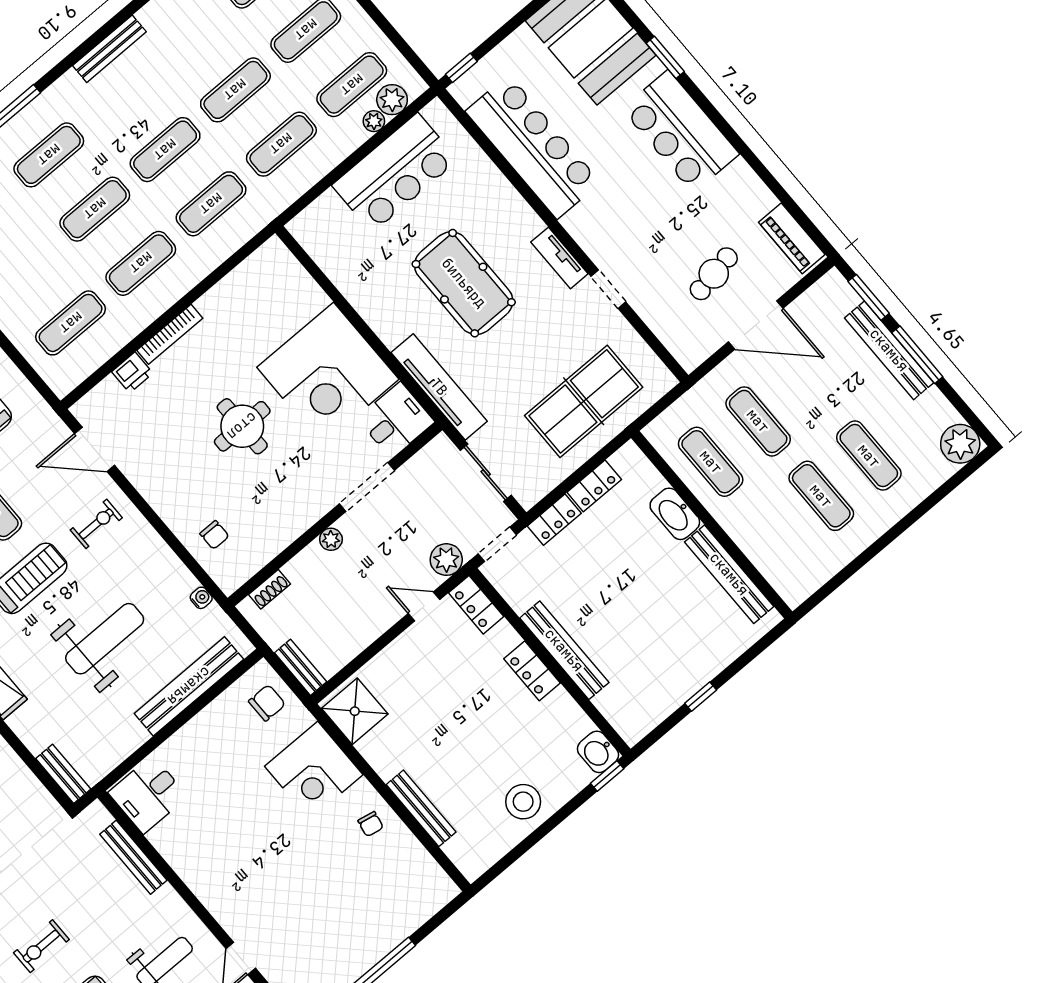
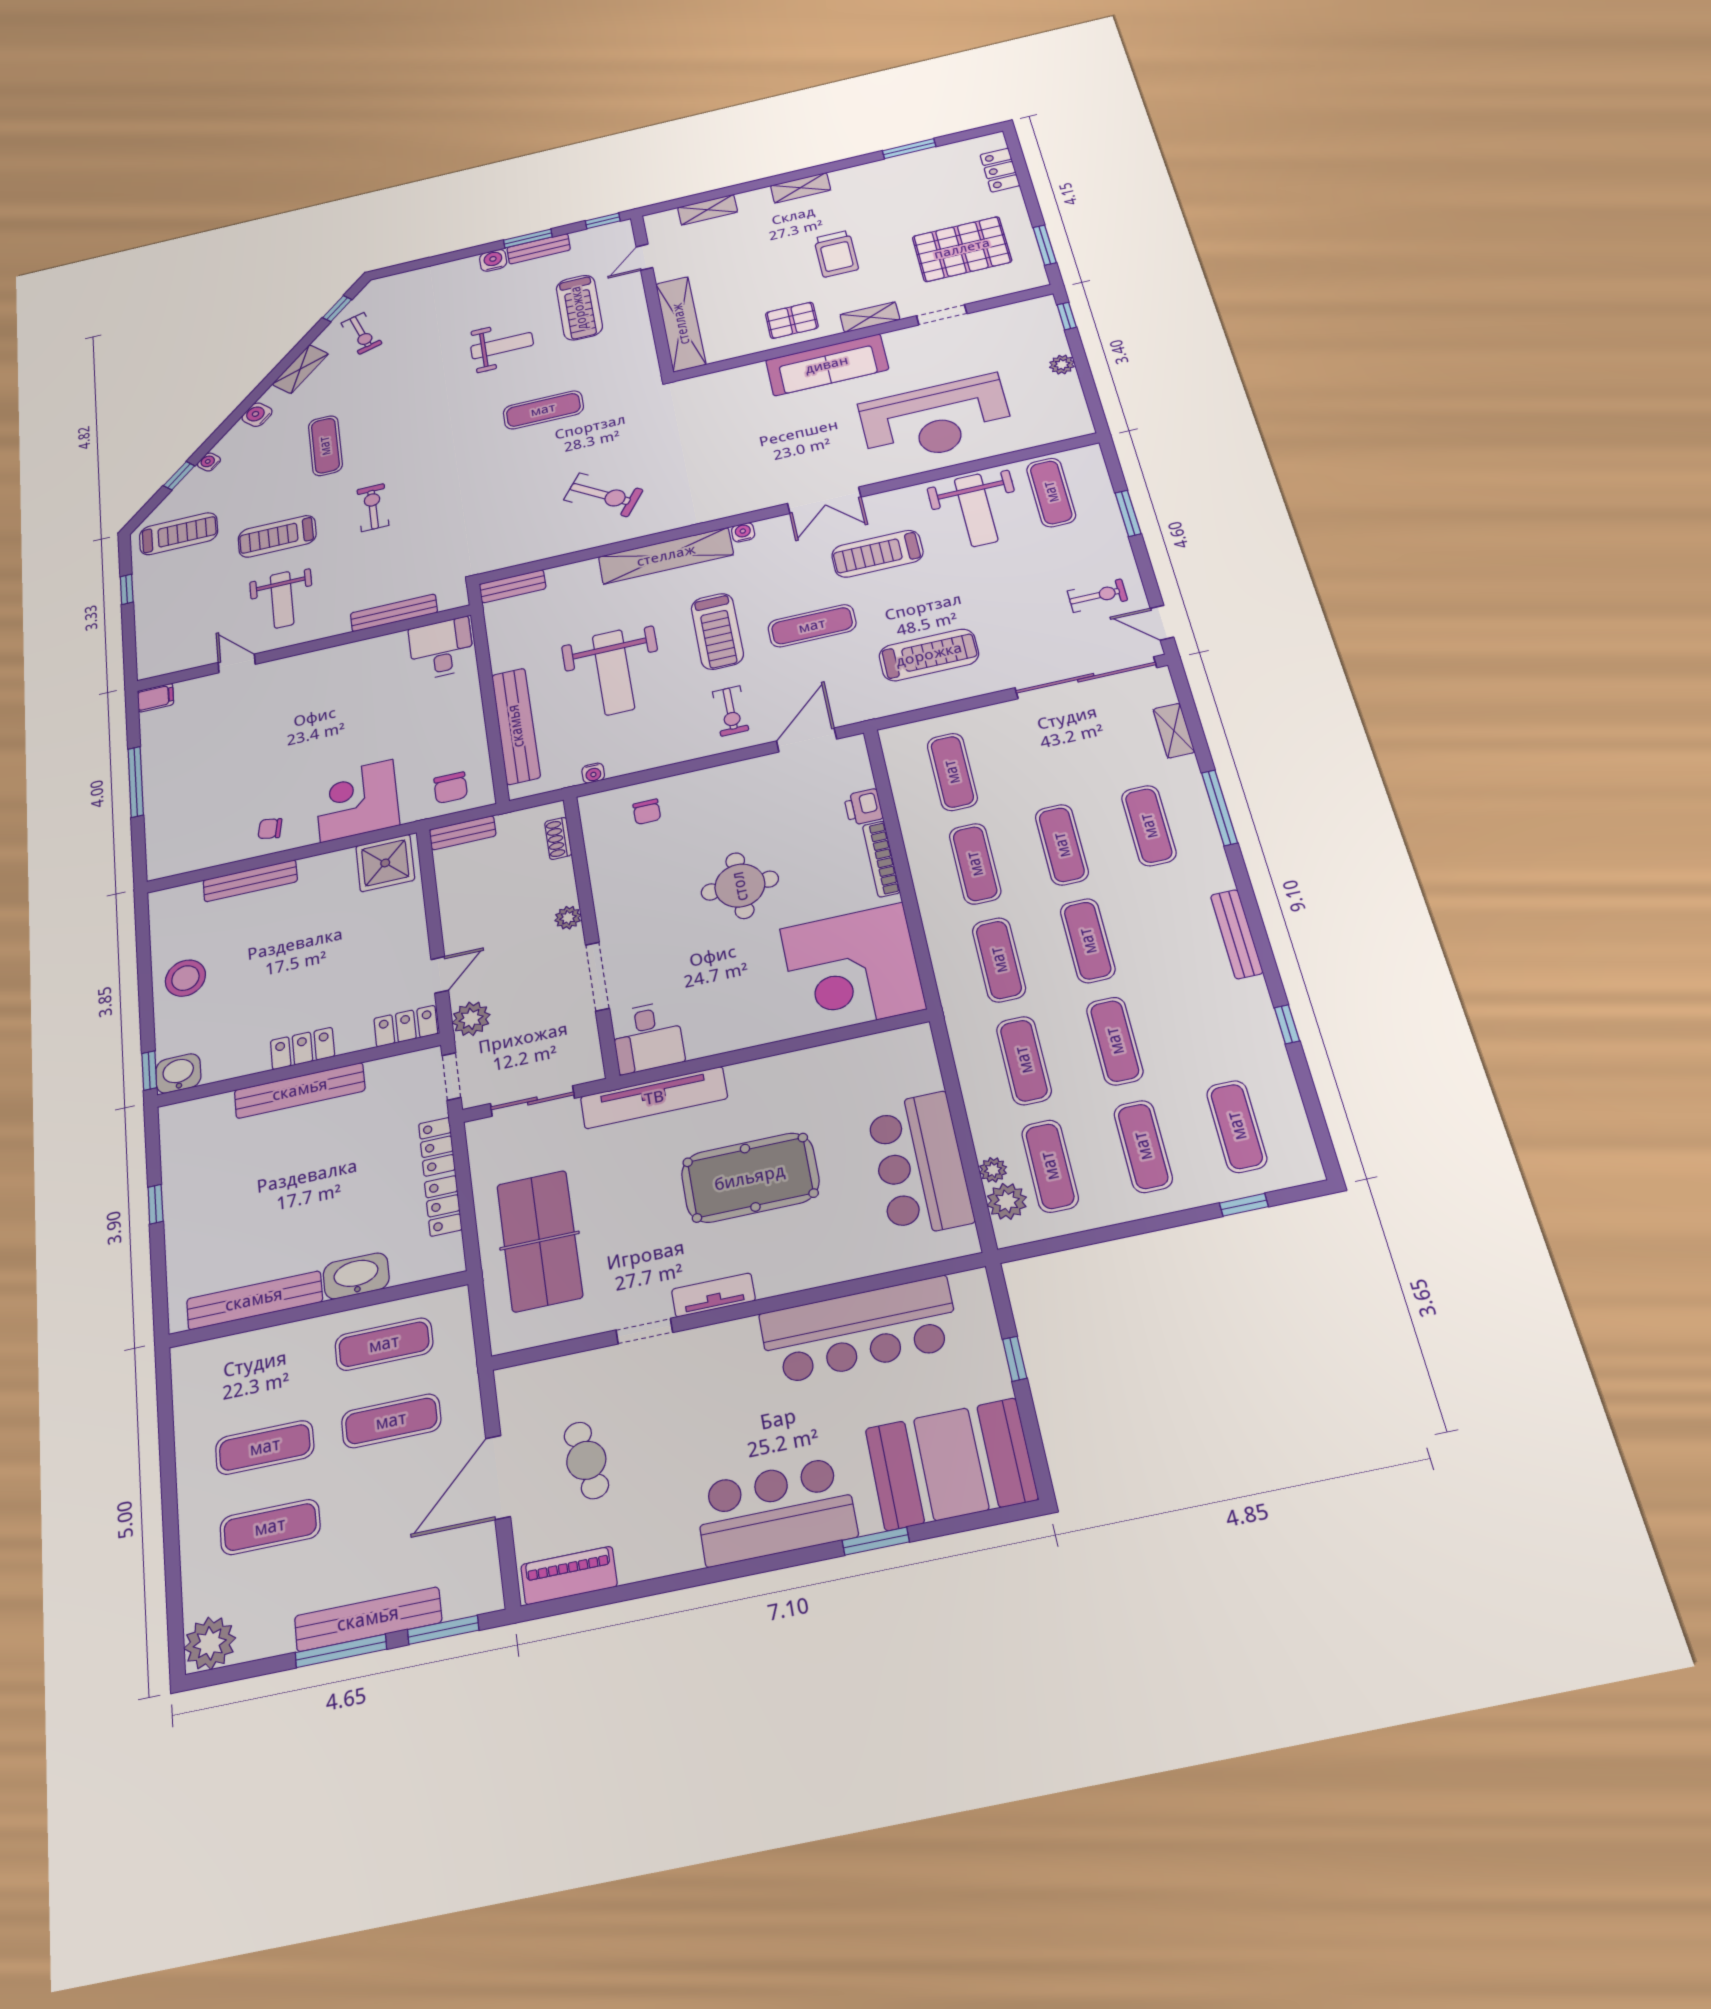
window: (461, 68) -> (1015, 1359), moved
corner desk: (328, 373) -> (852, 969), moved, turned -90
chair: (214, 535) -> (647, 812), turned -90

